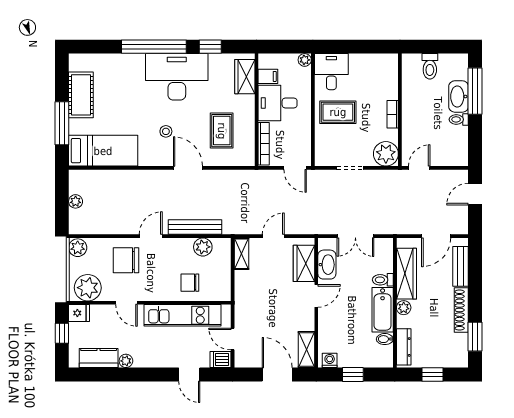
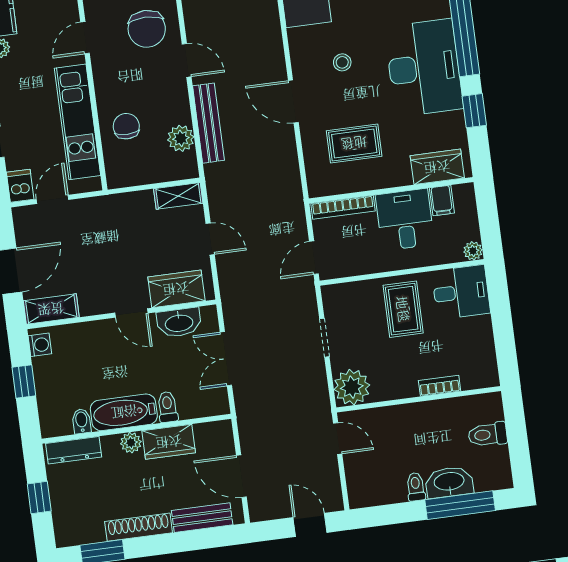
bookcase: (393, 114) -> (440, 386), moved
door: (188, 168) -> (293, 101), swing flipped
chair: (126, 260) -> (147, 29), turned 180
wardrobe: (406, 274) -> (169, 442), width x0.67

